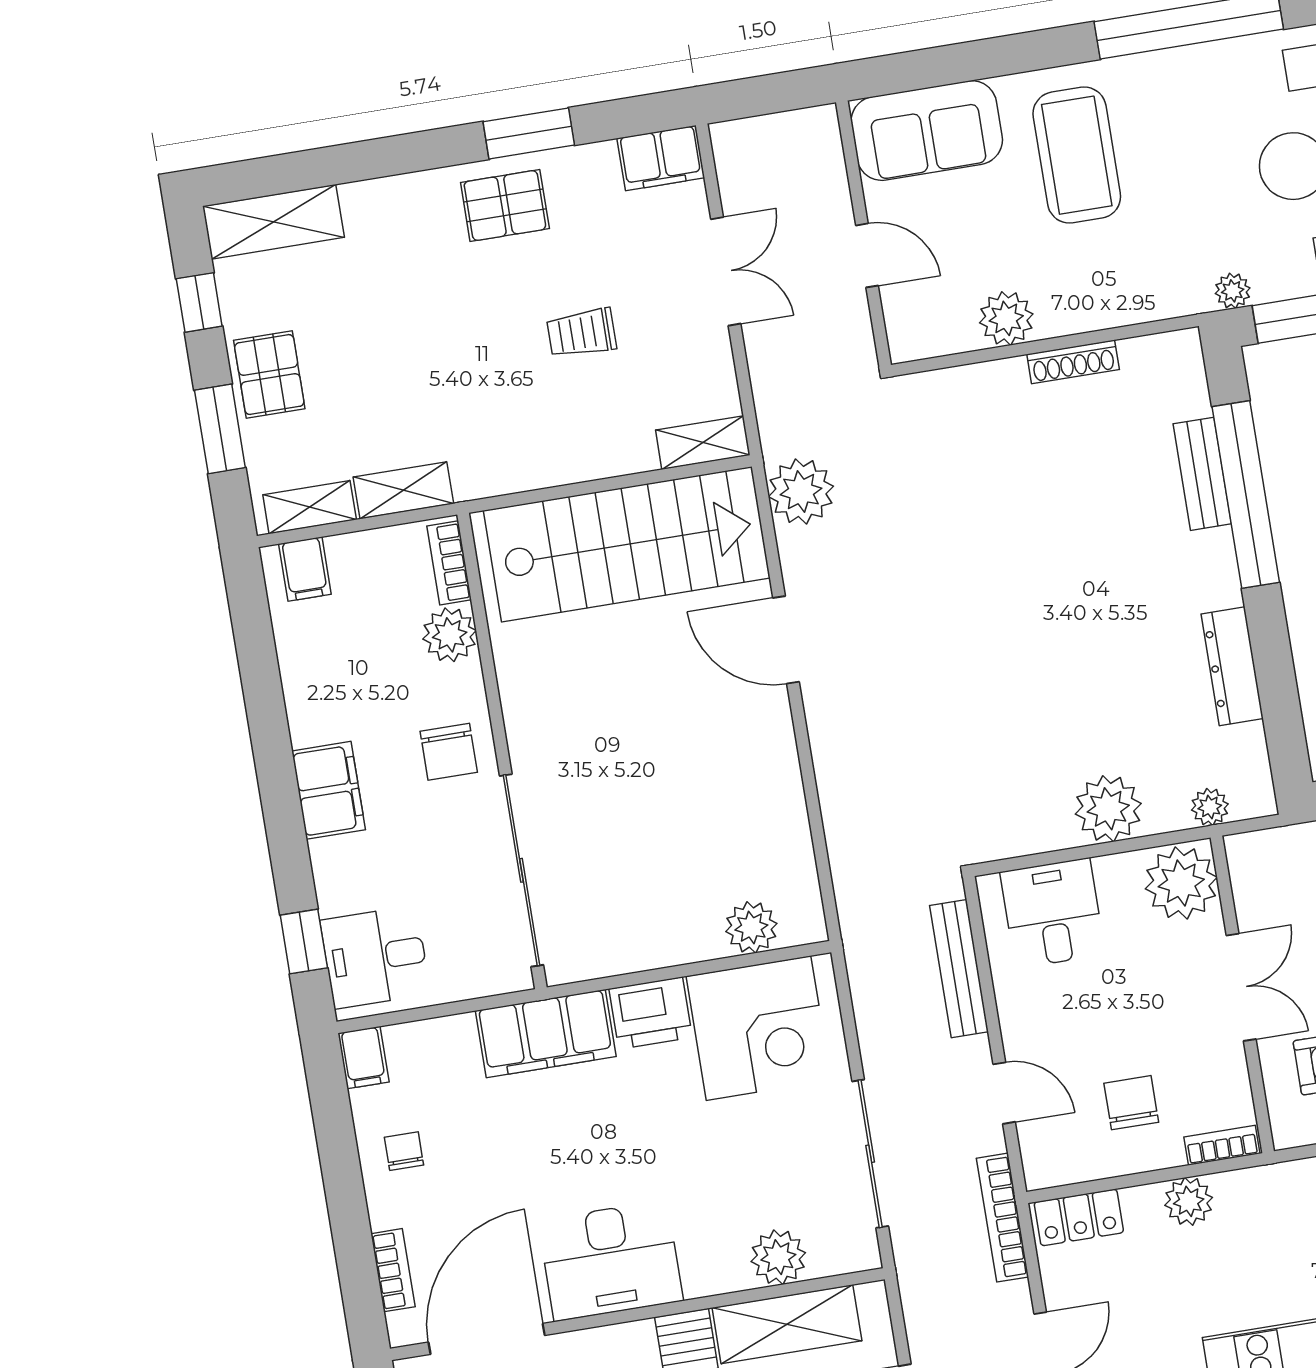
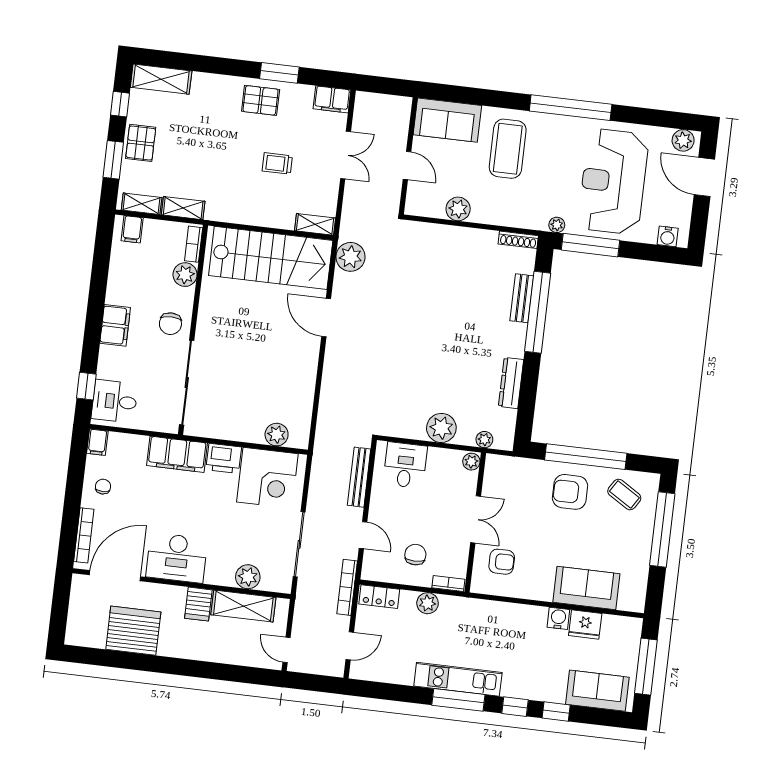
shoe rack: (1073, 362) -> (518, 240), moved
plant: (1181, 883) -> (471, 462), width x0.53, depth x0.53
bookcase: (393, 1270) -> (84, 535), width x1.56

